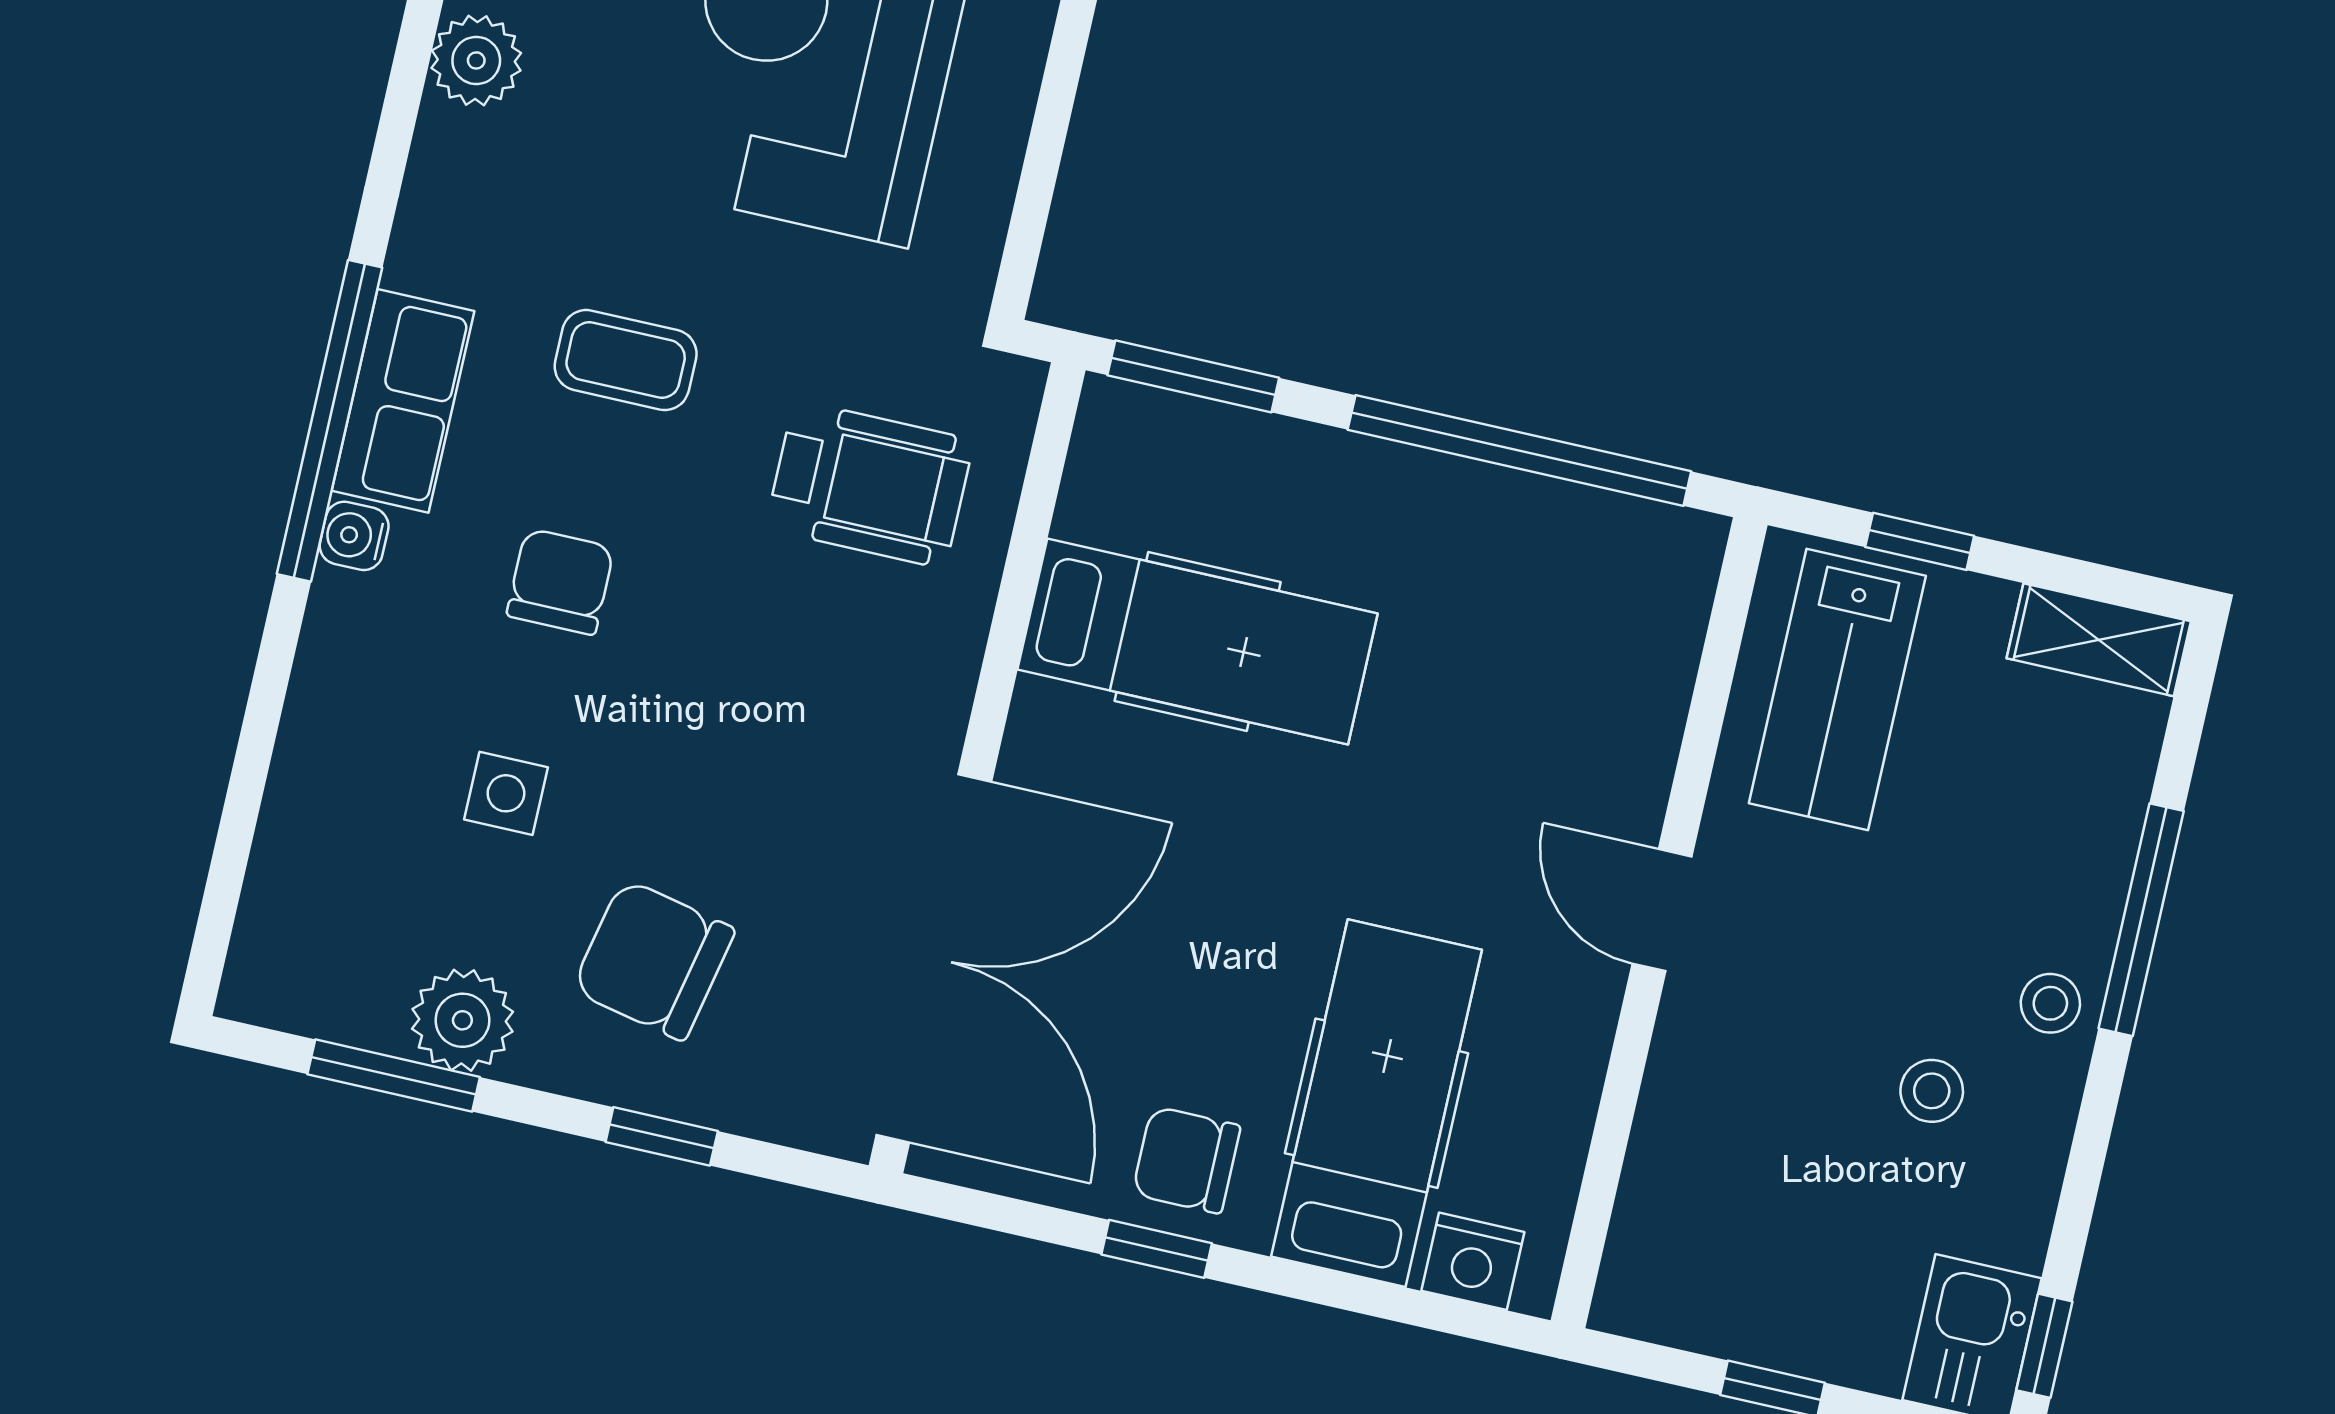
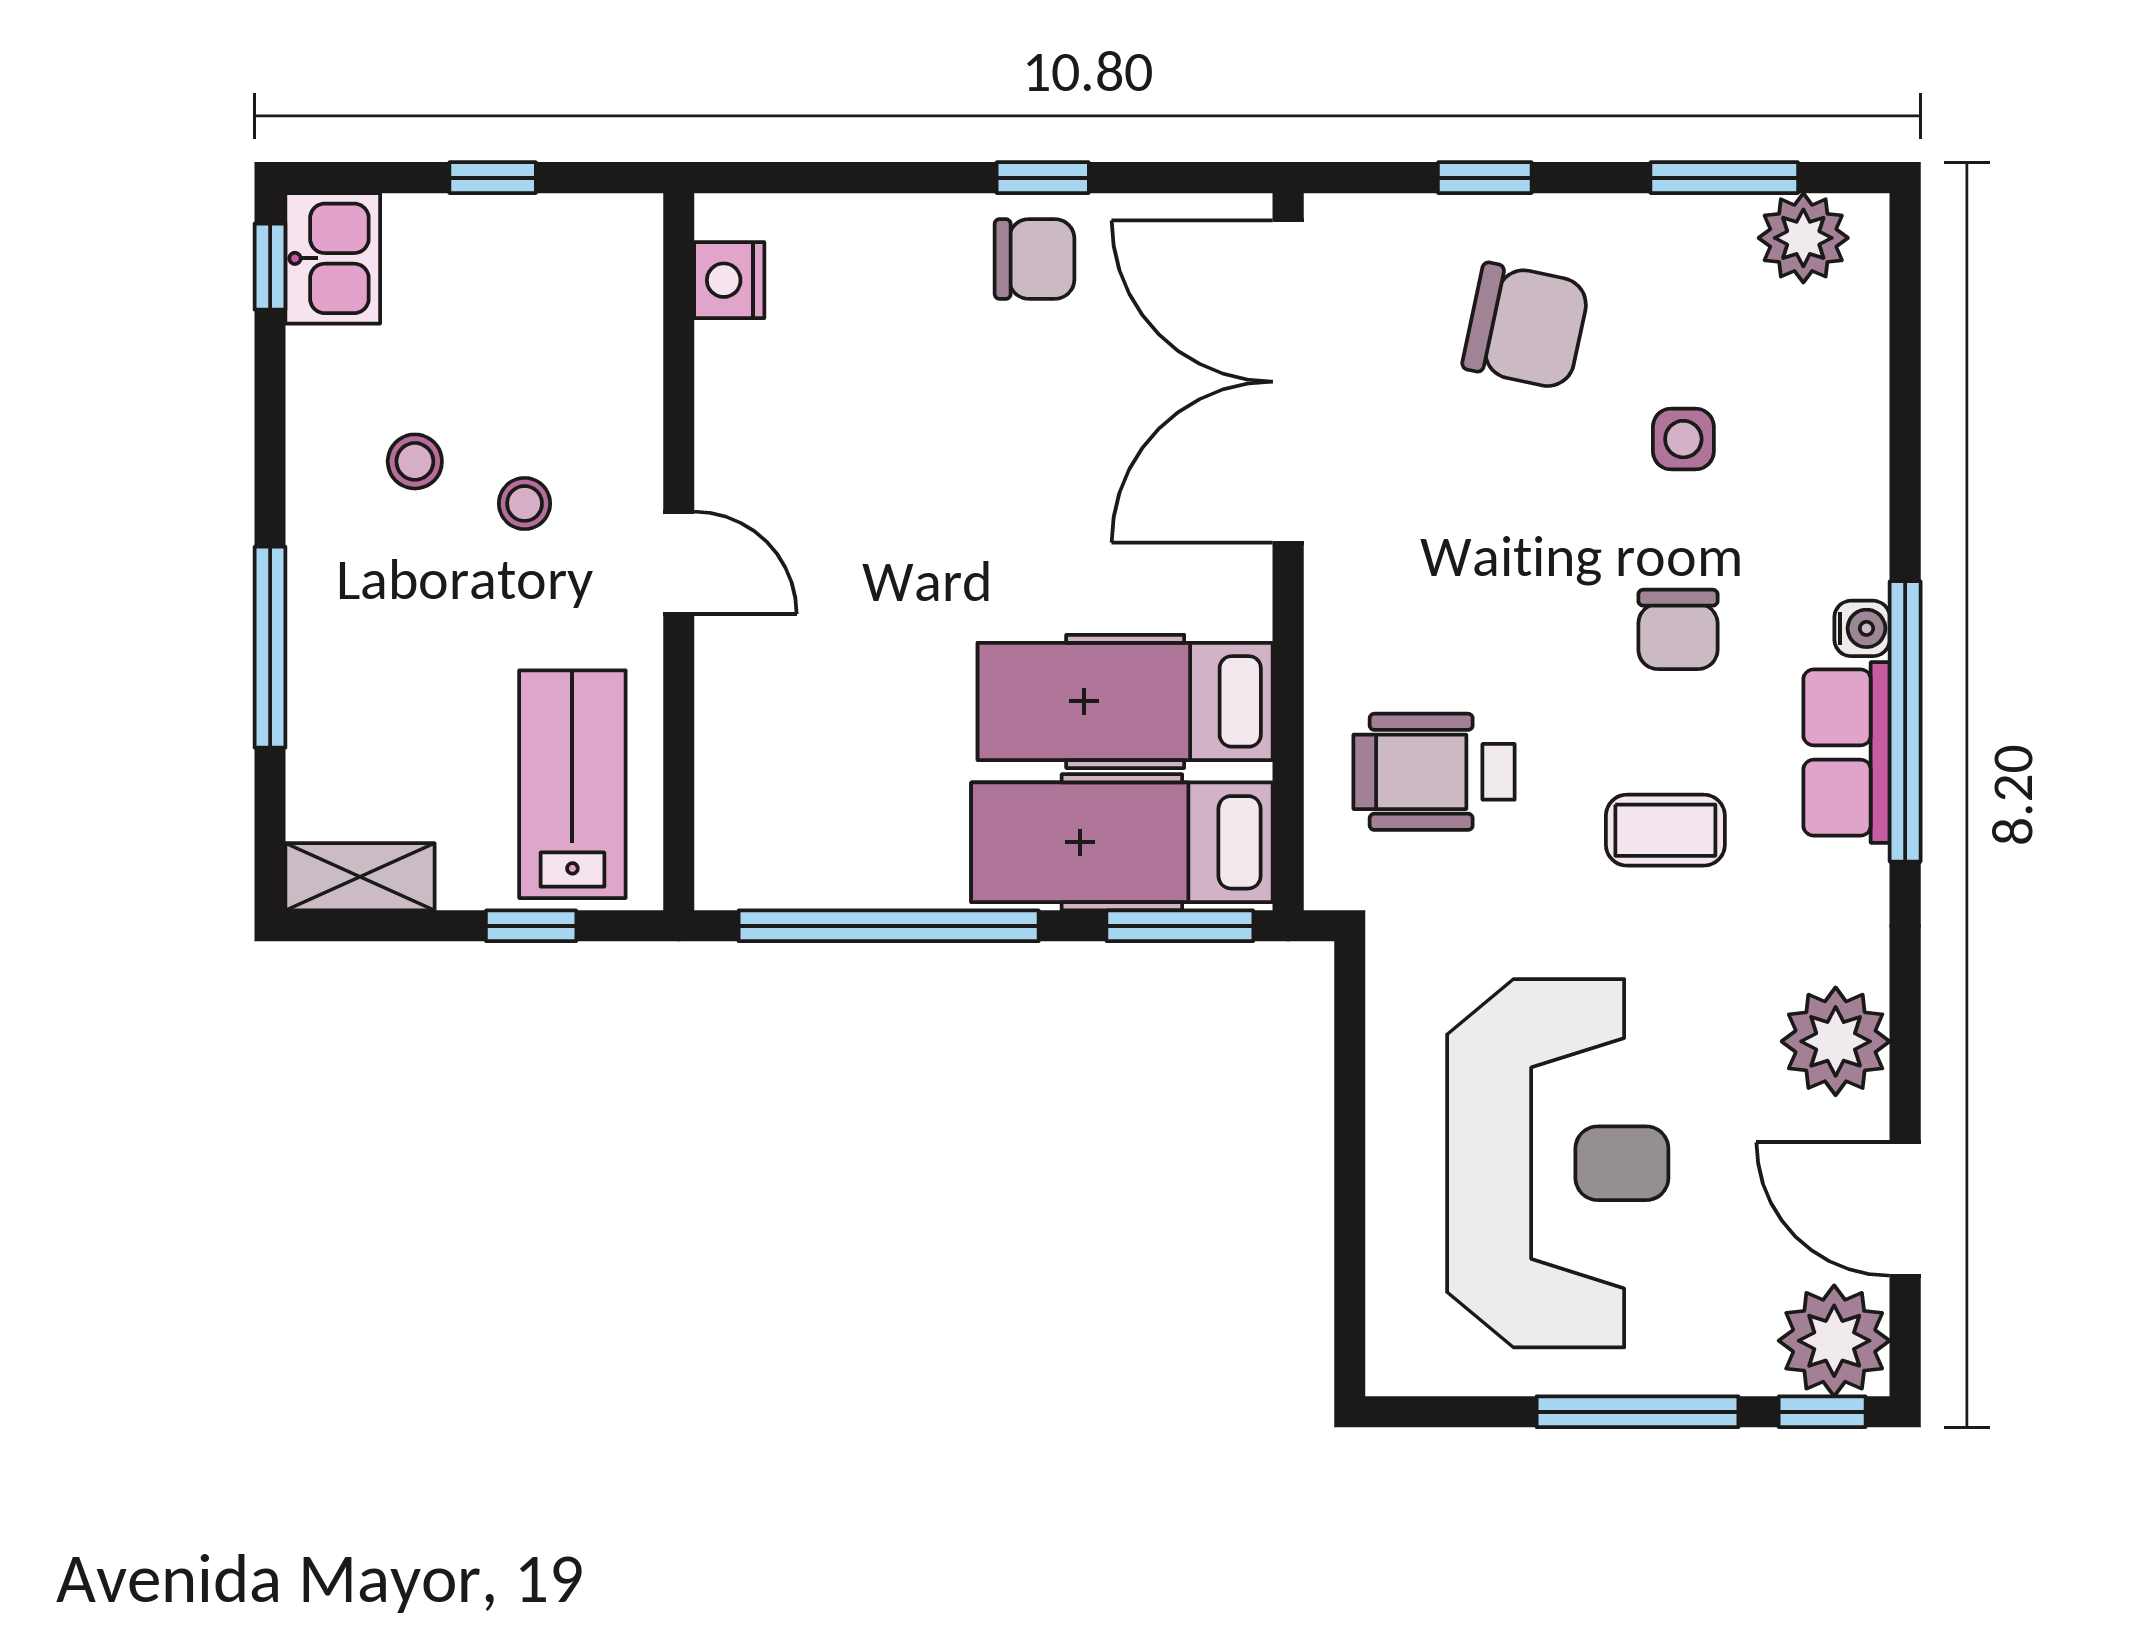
plant: (476, 60) -> (1836, 1041), width x1.36, depth x1.36
stool: (2050, 1003) -> (525, 503), moved
plant: (462, 1020) -> (1803, 238), moved
hospital bed: (1377, 1103) -> (1122, 842), moved, turned 90
nightstand: (1473, 1261) -> (729, 280), moved, turned -90

